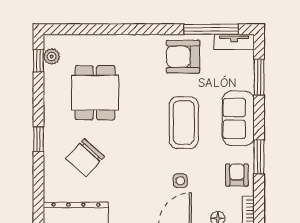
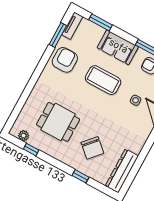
window: (211, 29) -> (58, 35), width x0.69
armchair: (183, 57) -> (65, 60), turned 180
window: (39, 61) -> (31, 150), moved
window: (39, 139) -> (81, 176), moved

